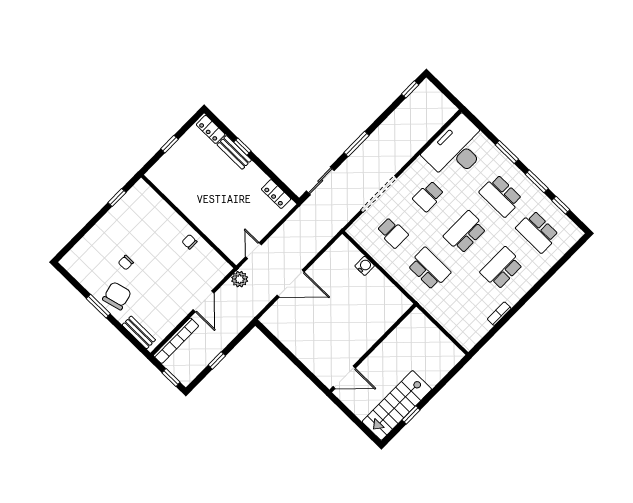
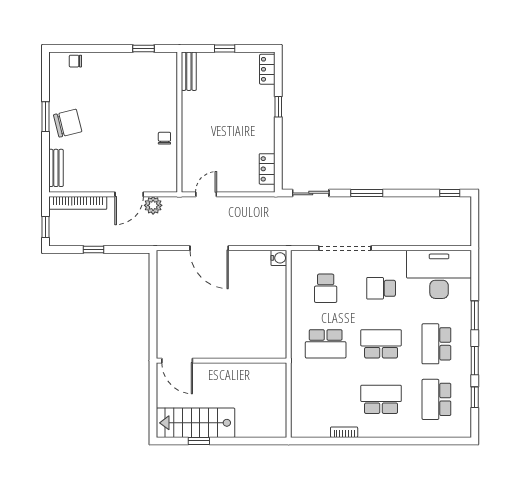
bench: (234, 152) -> (189, 71), moved
chair: (126, 263) -> (75, 61), moved
water cooler: (365, 266) -> (279, 258), moved
school desk: (429, 269) -> (326, 344), turned 90
plant: (240, 279) -> (153, 205), moved

